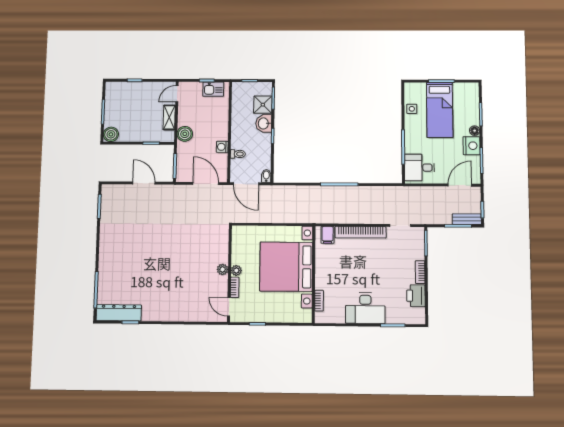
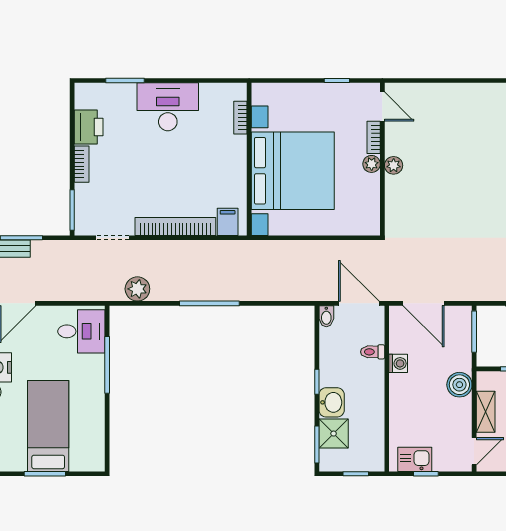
side table: (412, 109) -> (93, 428), removed
plant: (384, 194) -> (137, 289), added

